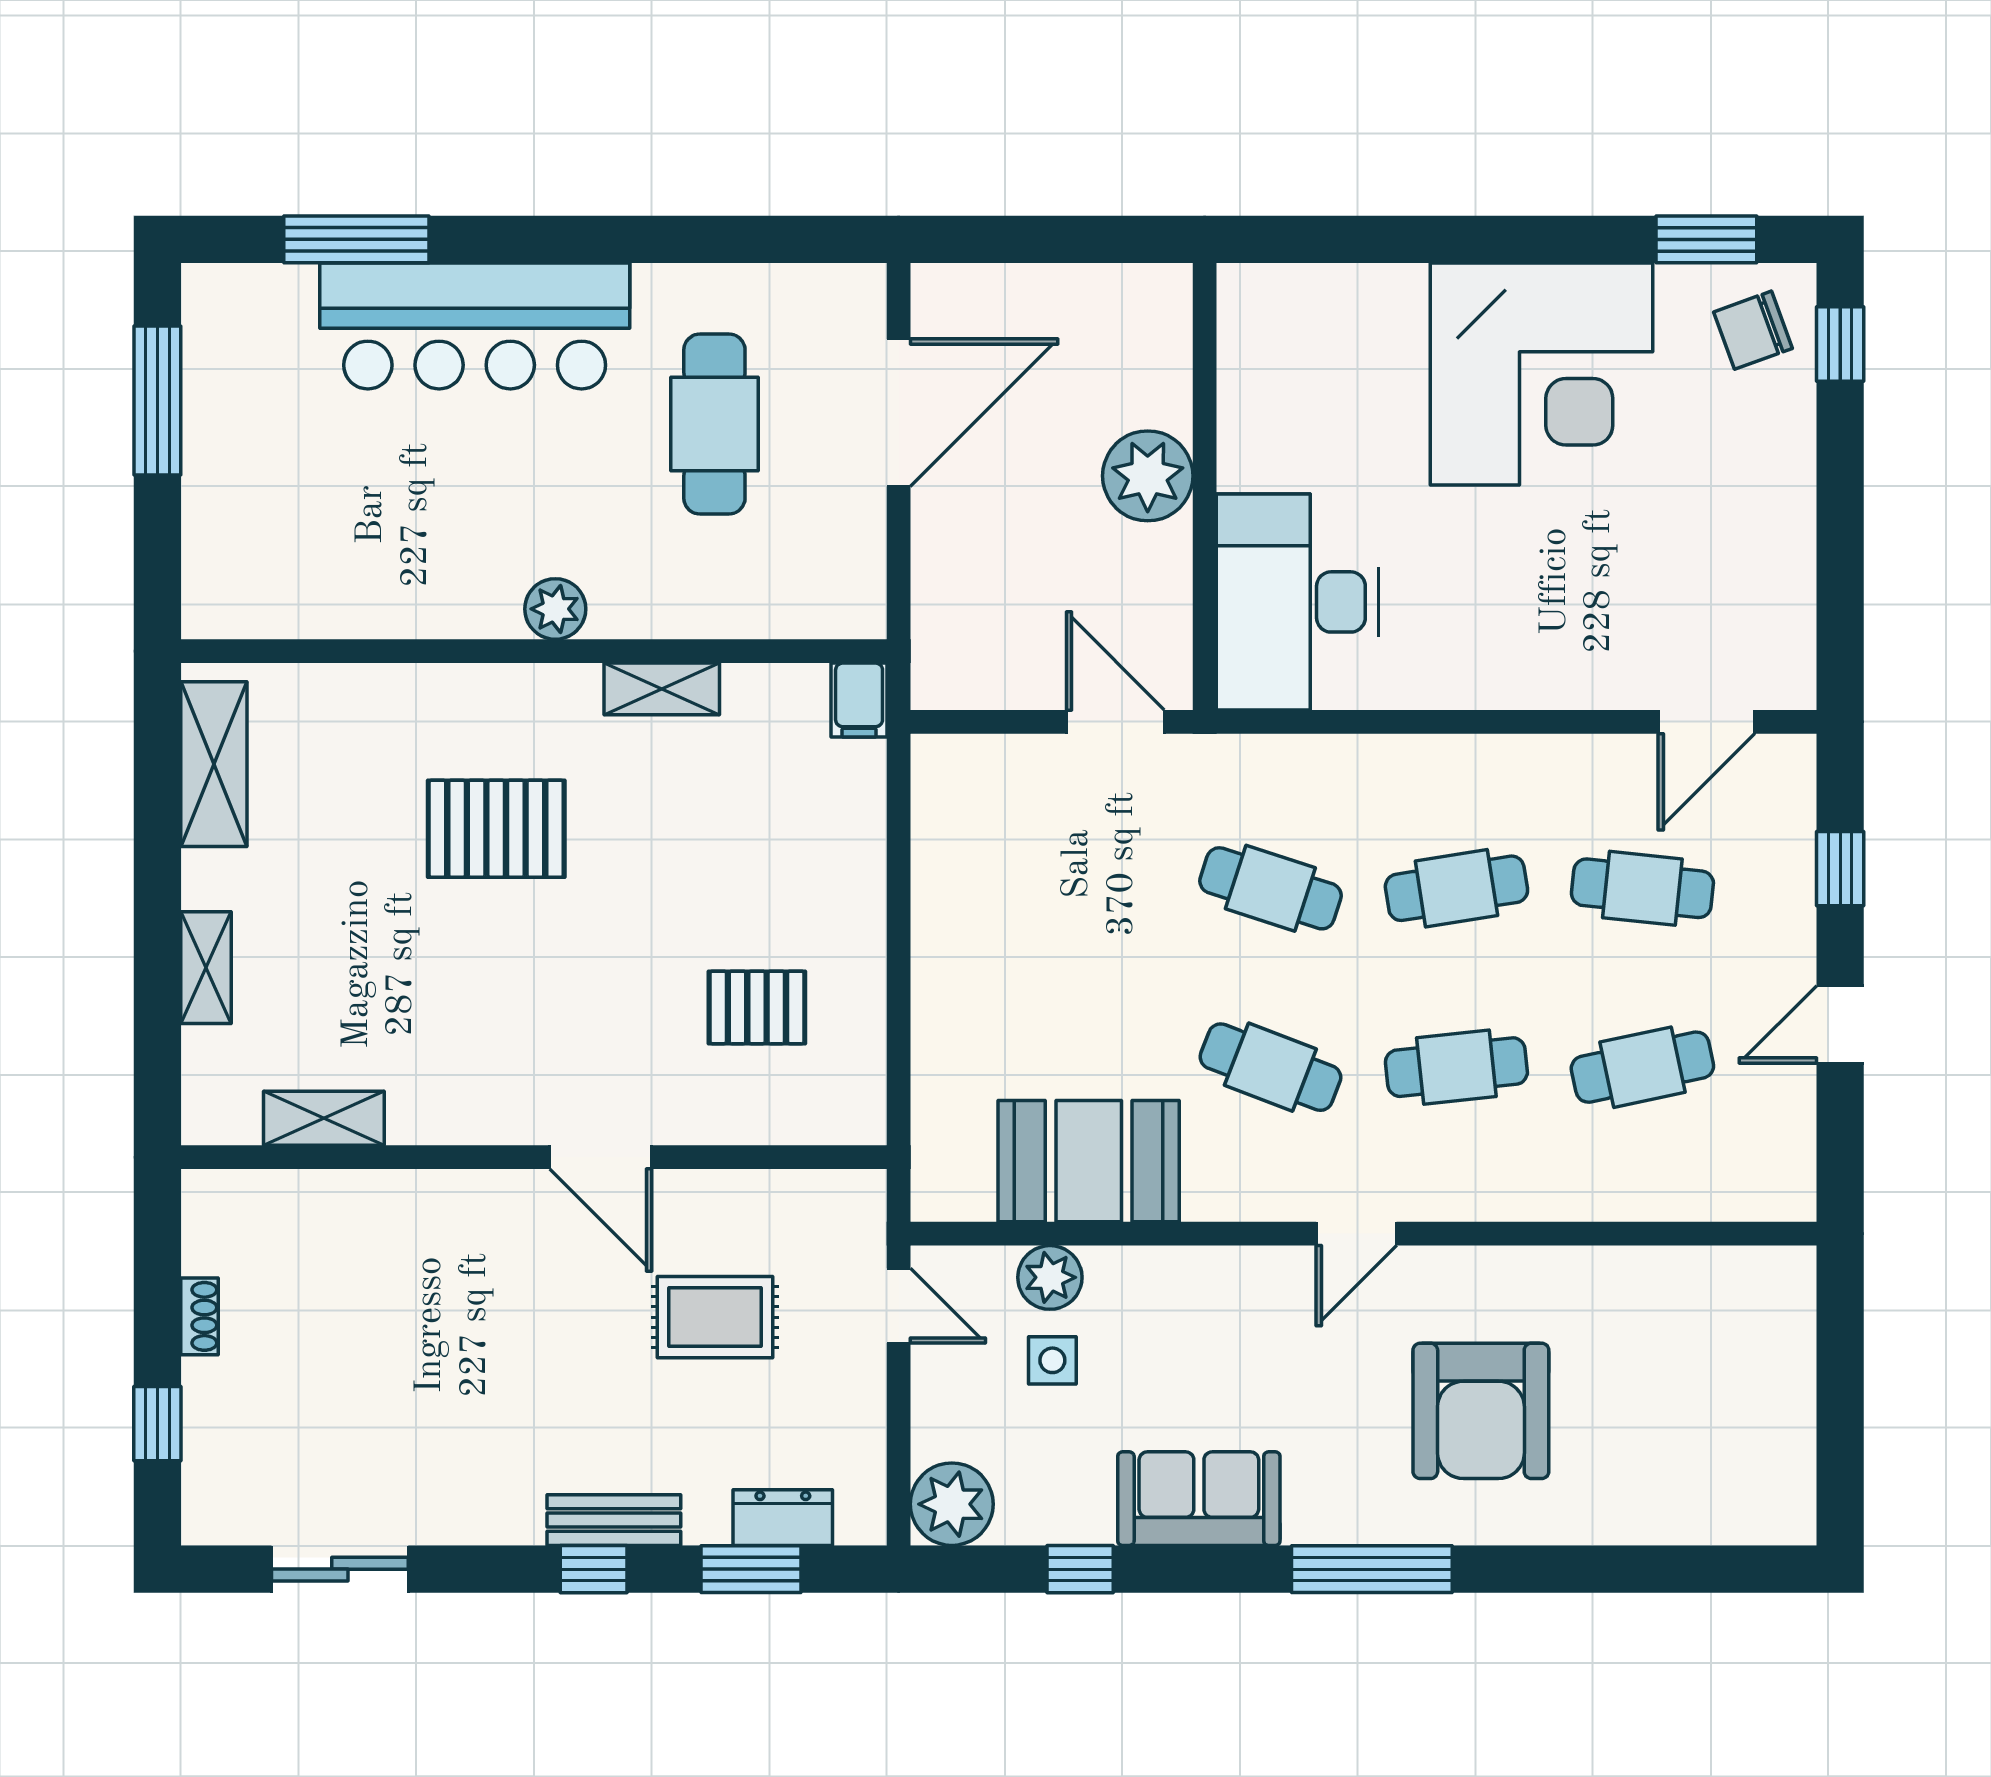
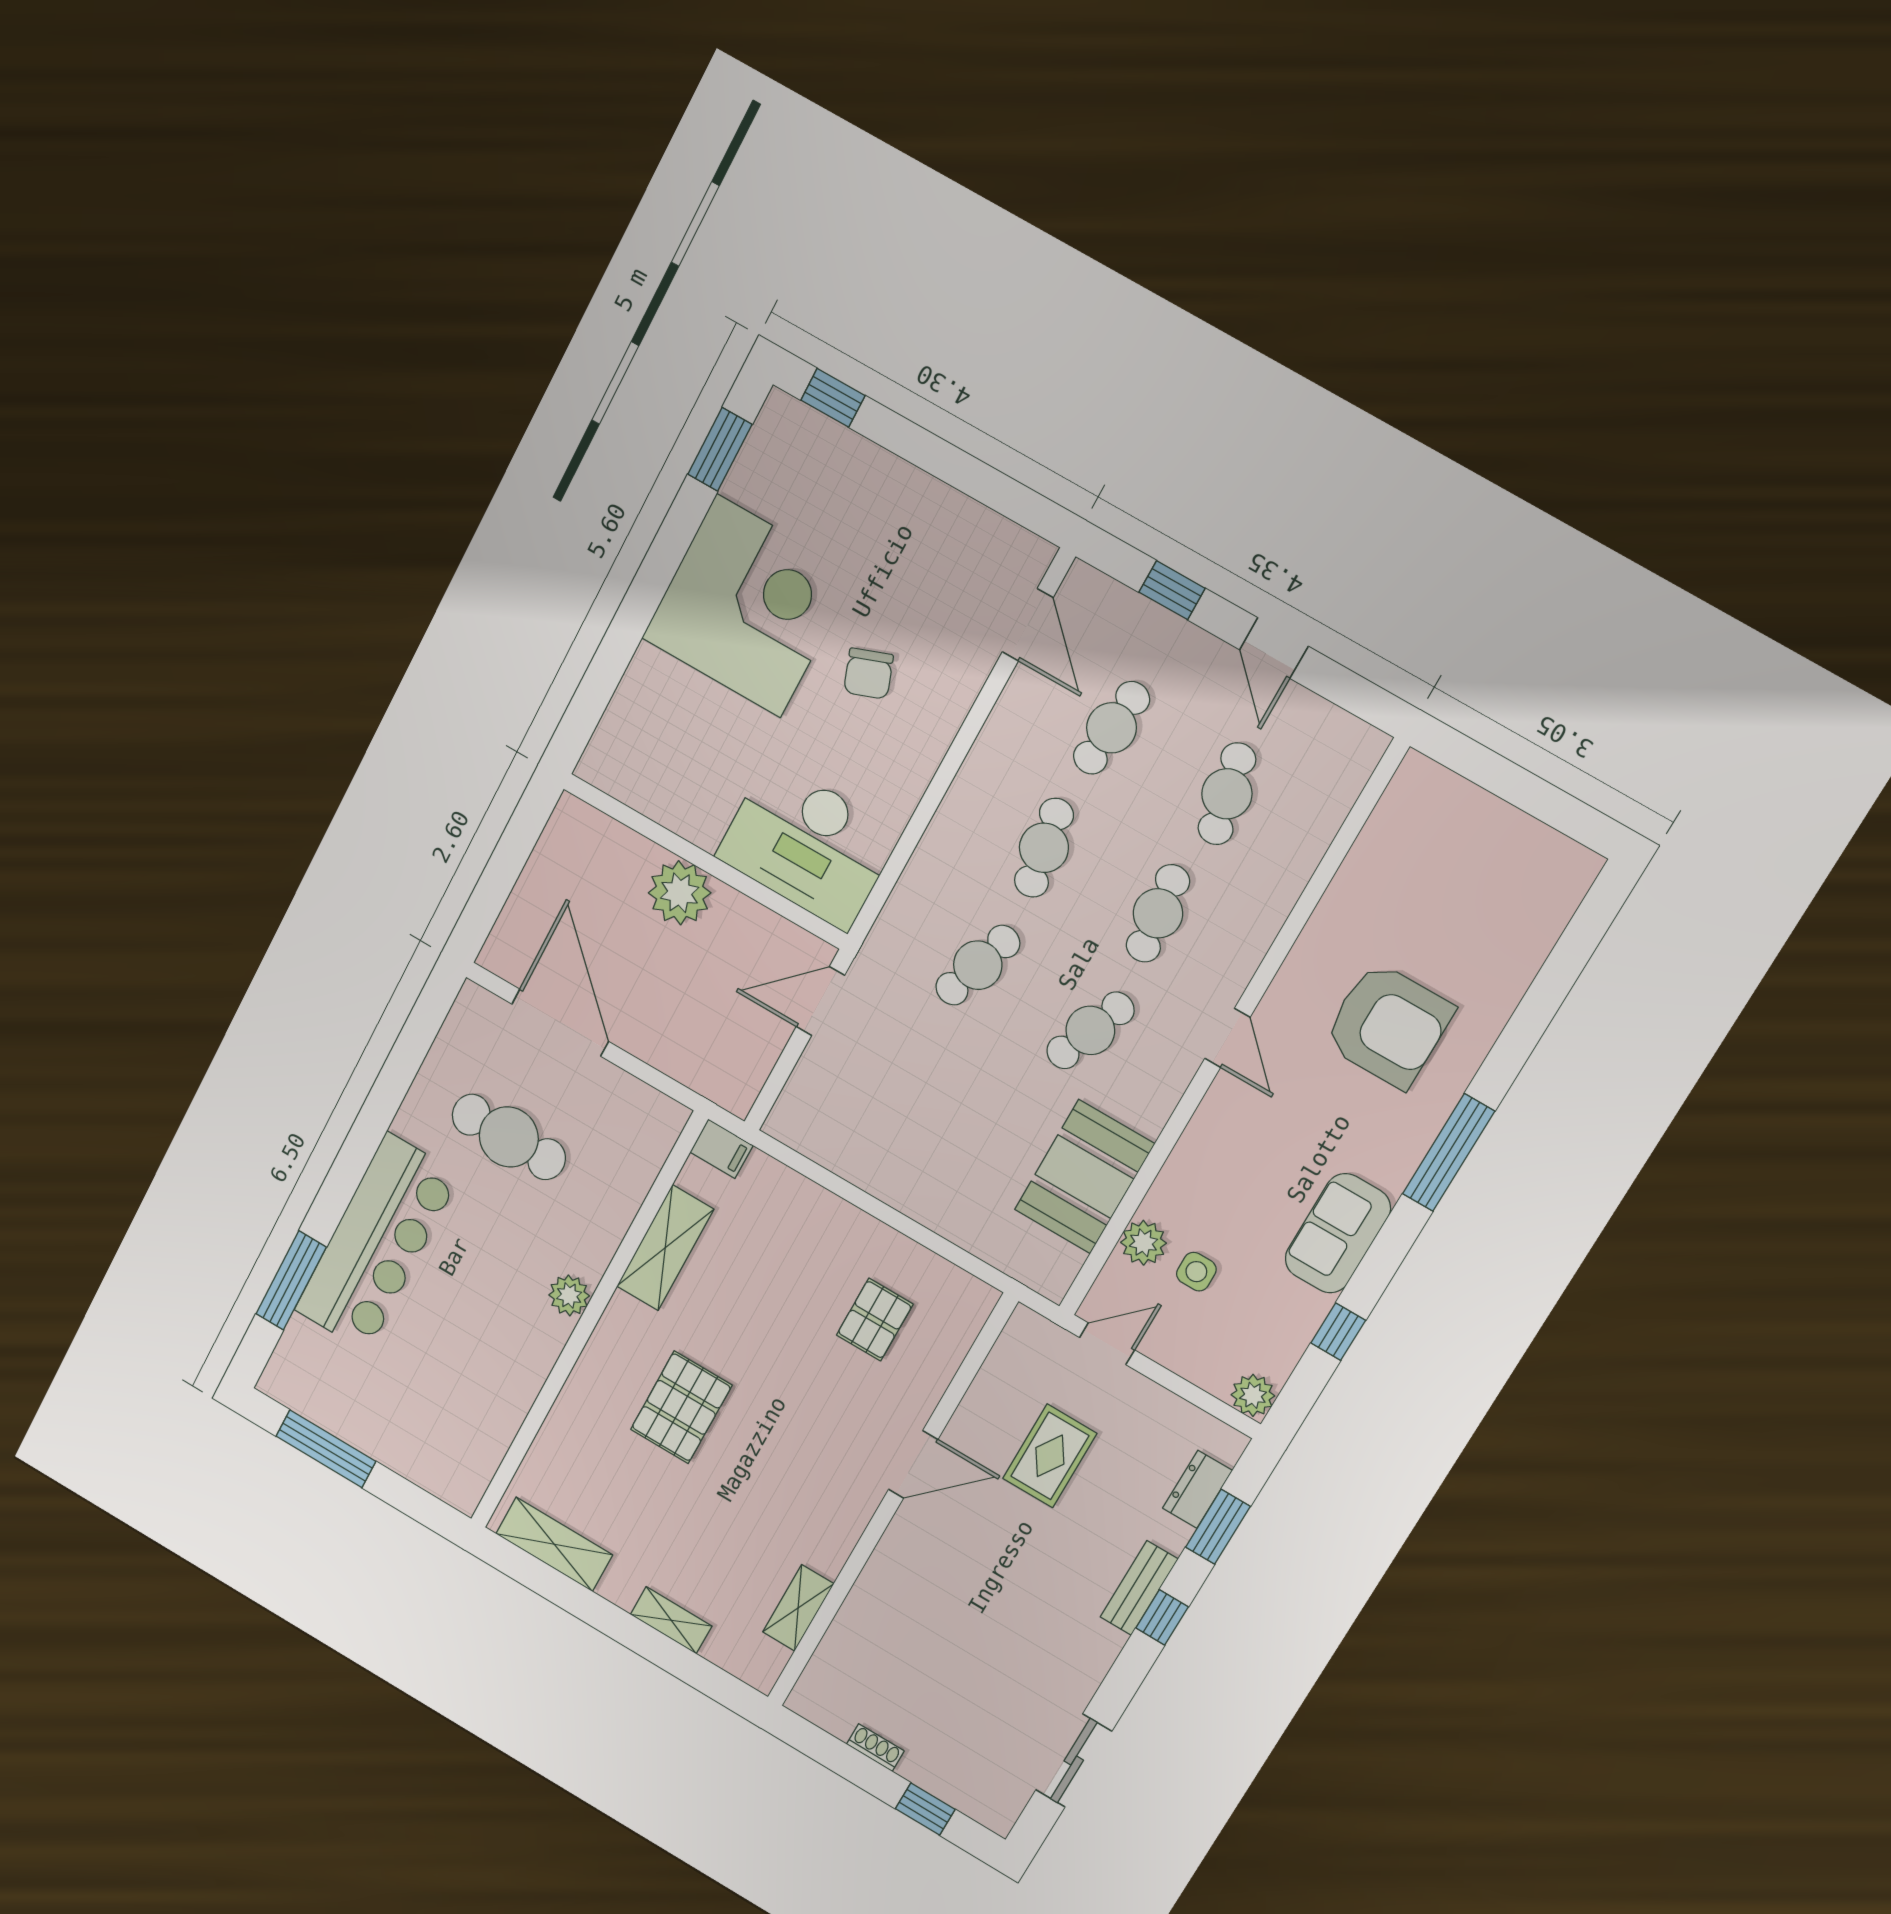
chair: (1753, 330) -> (868, 674), moved
shelving: (662, 689) -> (665, 1248), width x1.50, depth x1.33
plant: (952, 1504) -> (1253, 1395), width x0.73, depth x0.73

